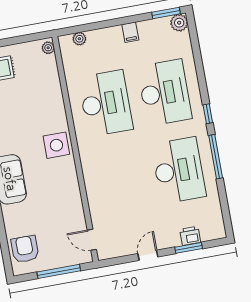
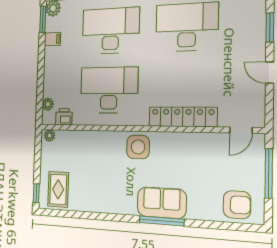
filing cabinet: (130, 32) -> (52, 39), moved
locker: (94, 184) -> (183, 117), added
printer: (190, 236) -> (64, 117), moved, turned 90
armchair: (25, 249) -> (237, 205), turned 180

